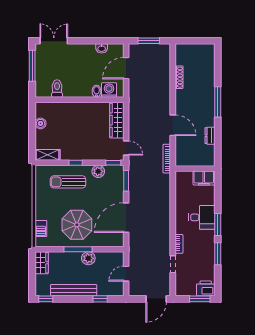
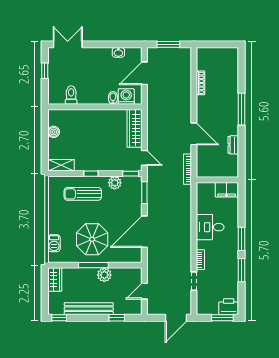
window: (32, 66) -> (45, 71), width x0.46
desk: (202, 217) -> (210, 227), moved, turned 180

